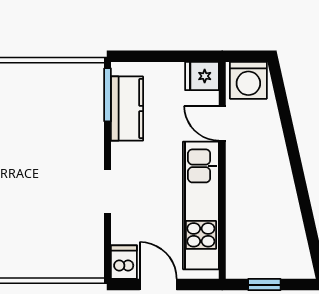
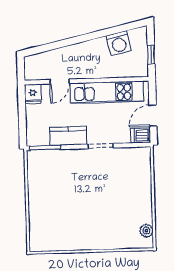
washing machine: (248, 80) -> (119, 43), moved, turned 77
kitchen counter: (127, 109) -> (68, 136), moved

